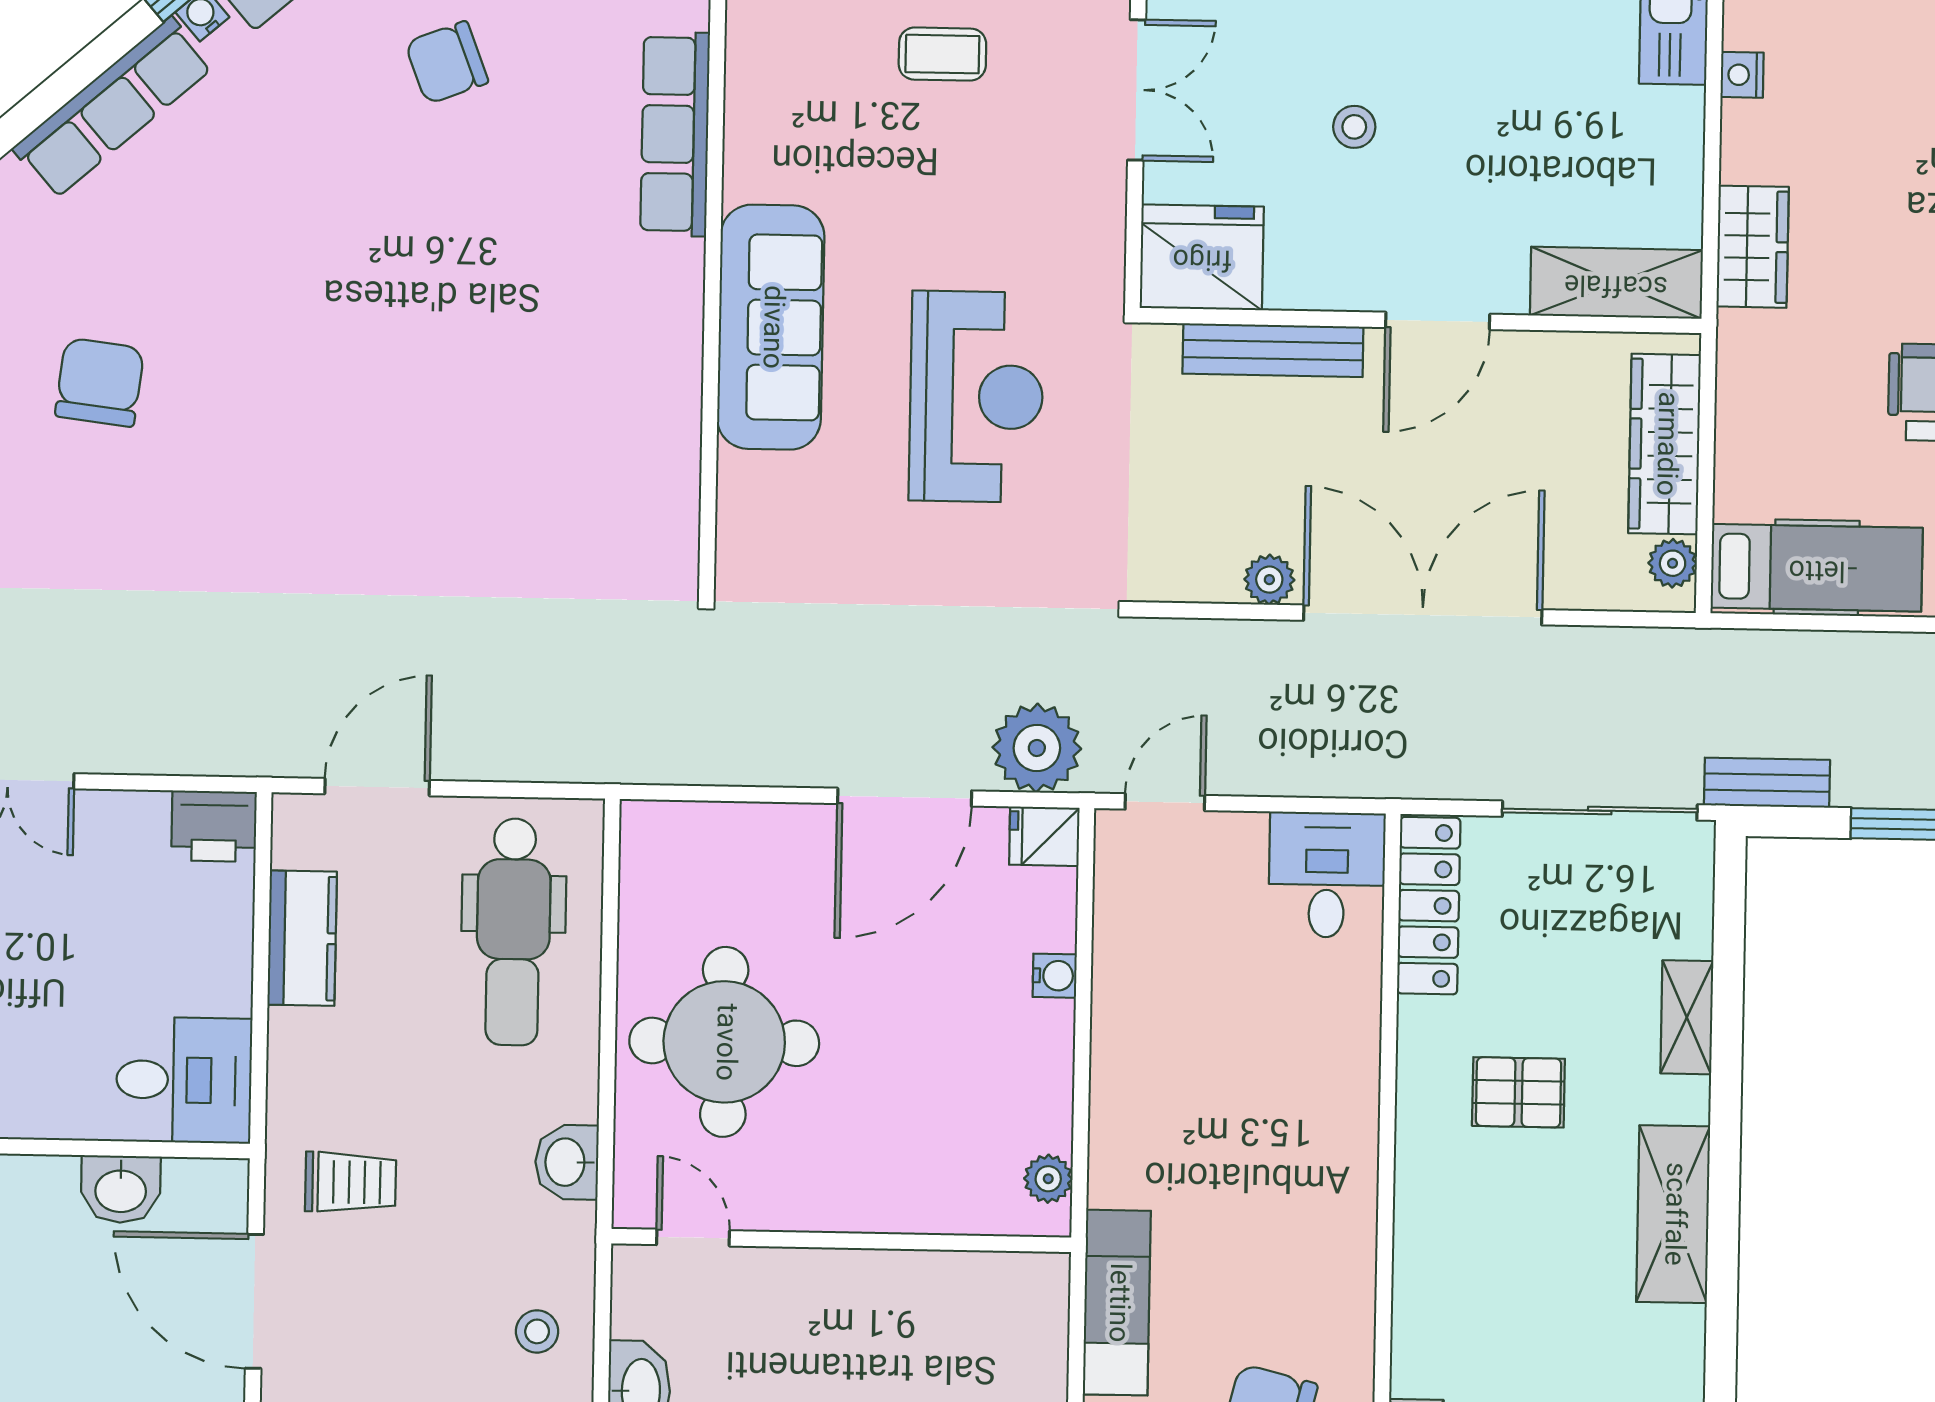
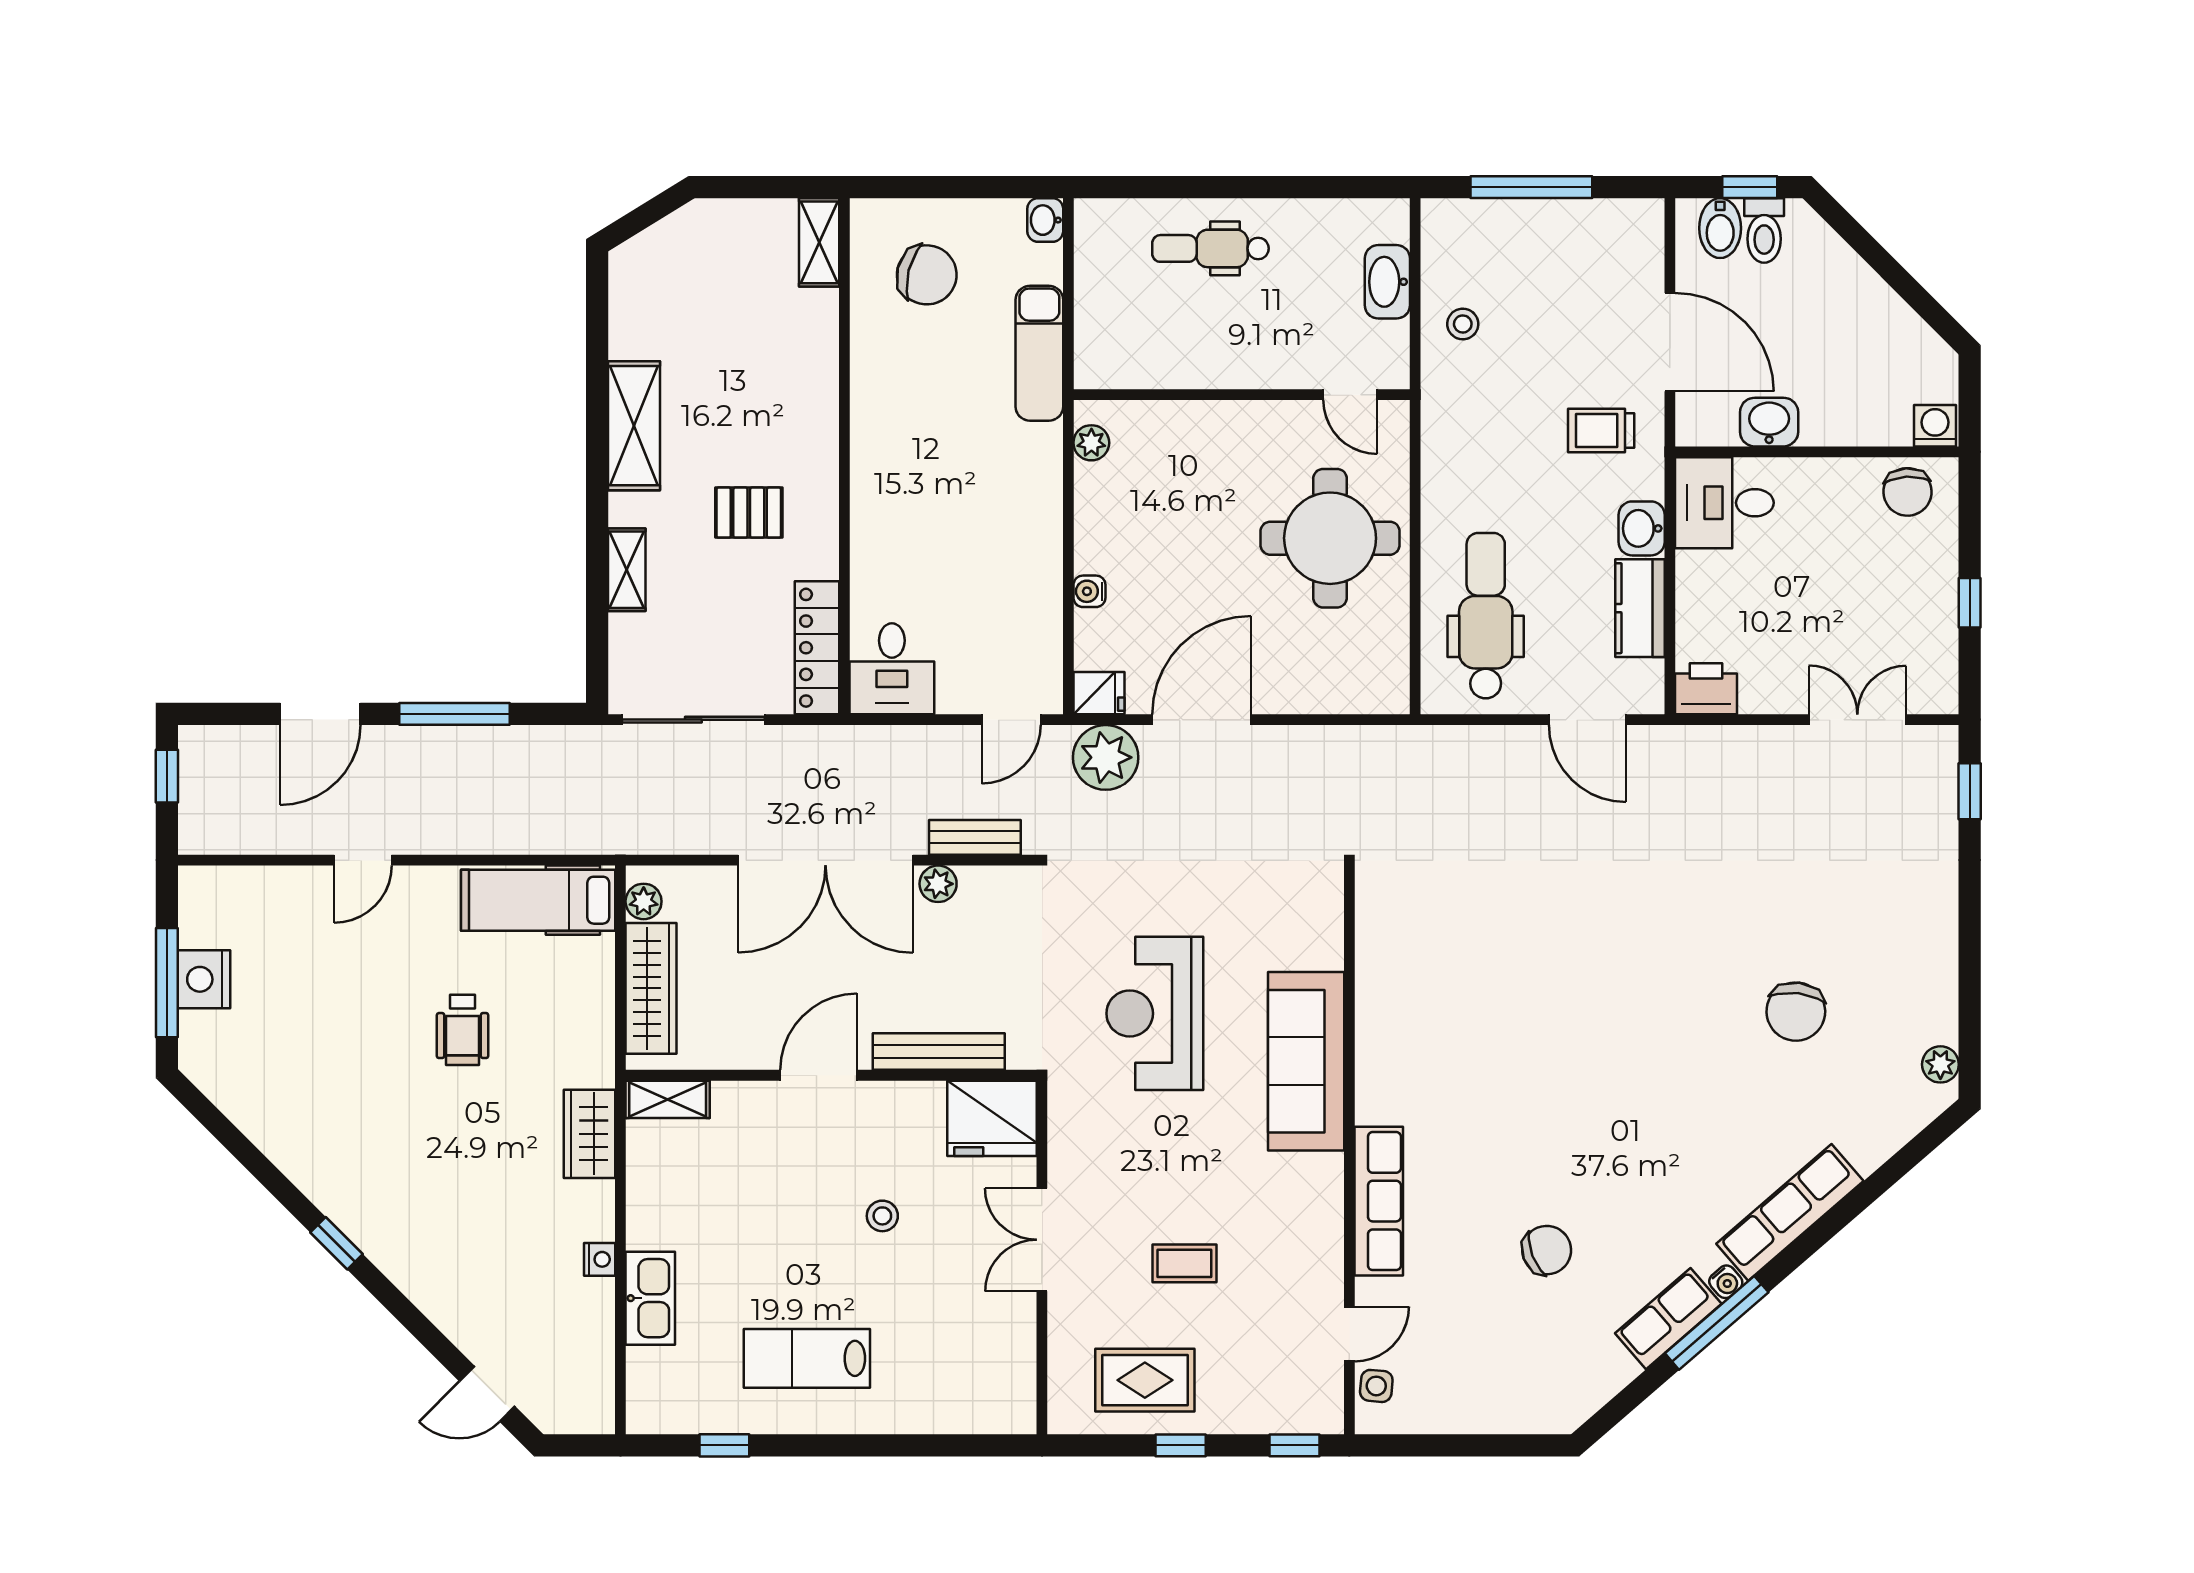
shelving: (1616, 283) -> (668, 1099), width x0.67, depth x0.75
bench: (1767, 783) -> (975, 837), moved
door: (377, 787) -> (1587, 720), hinge flipped
washbasin: (567, 1162) -> (1642, 528), moved, turned 180

